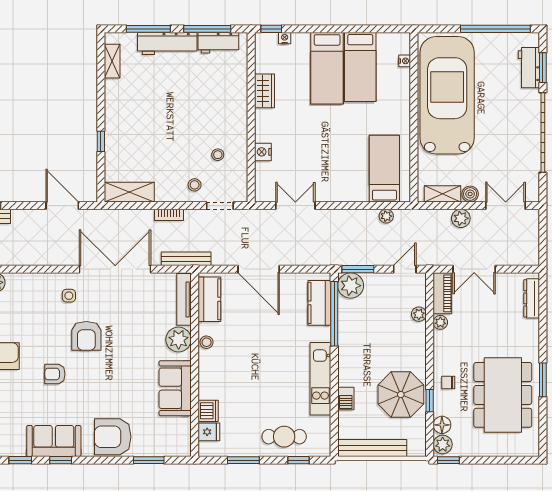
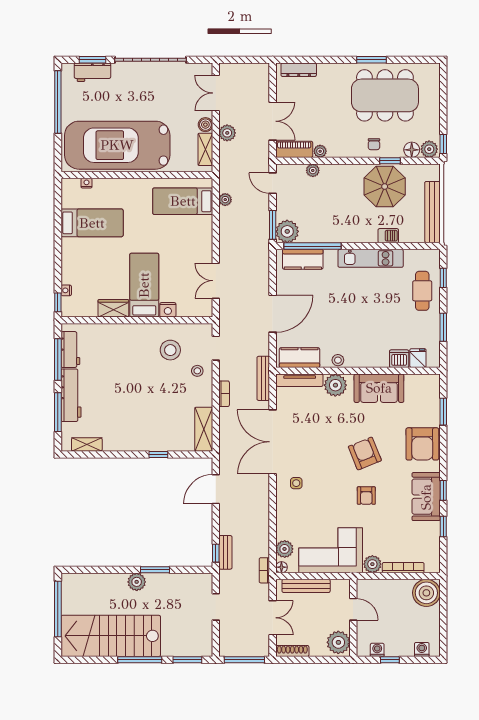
bed: (327, 68) -> (144, 285), moved, turned -90
stool: (218, 155) -> (170, 350), width x1.89, depth x1.89
armchair: (86, 336) -> (365, 454), moved, turned -112

